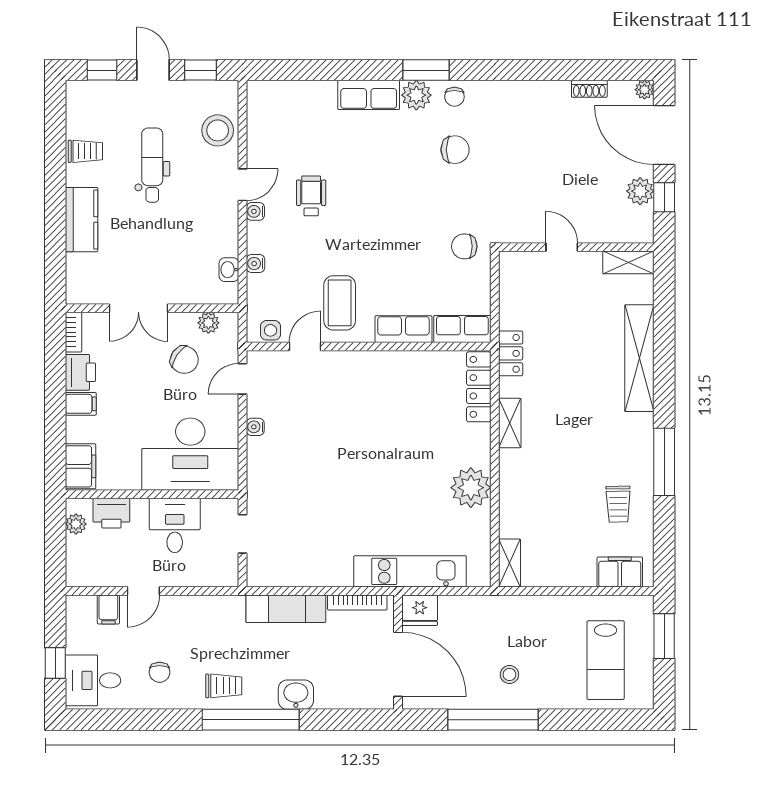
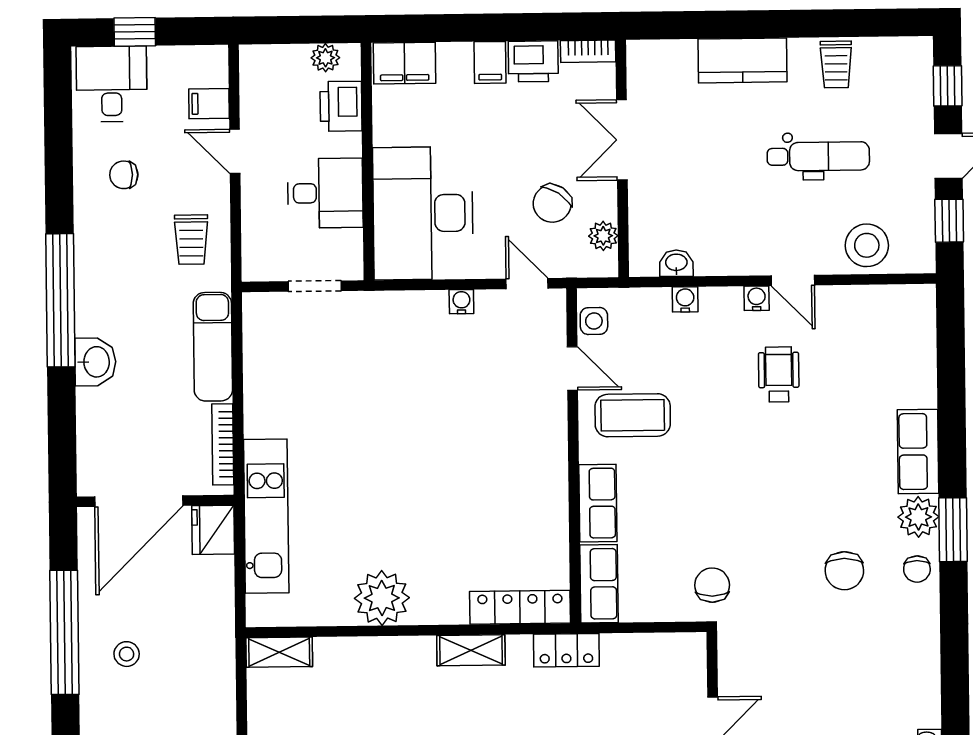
chair: (454, 97) -> (917, 569), turned -90
wheelchair: (311, 196) -> (779, 374), turned -90
trolley: (224, 686) -> (191, 240), moved

